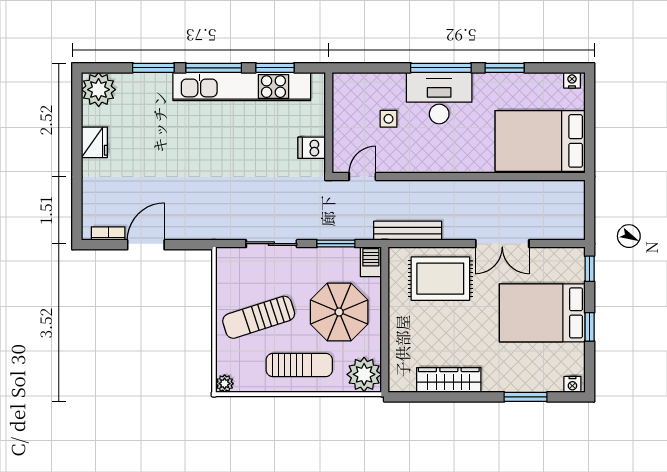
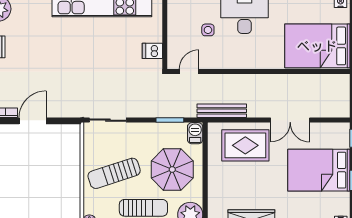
sliding door: (271, 244) -> (108, 120), moved

